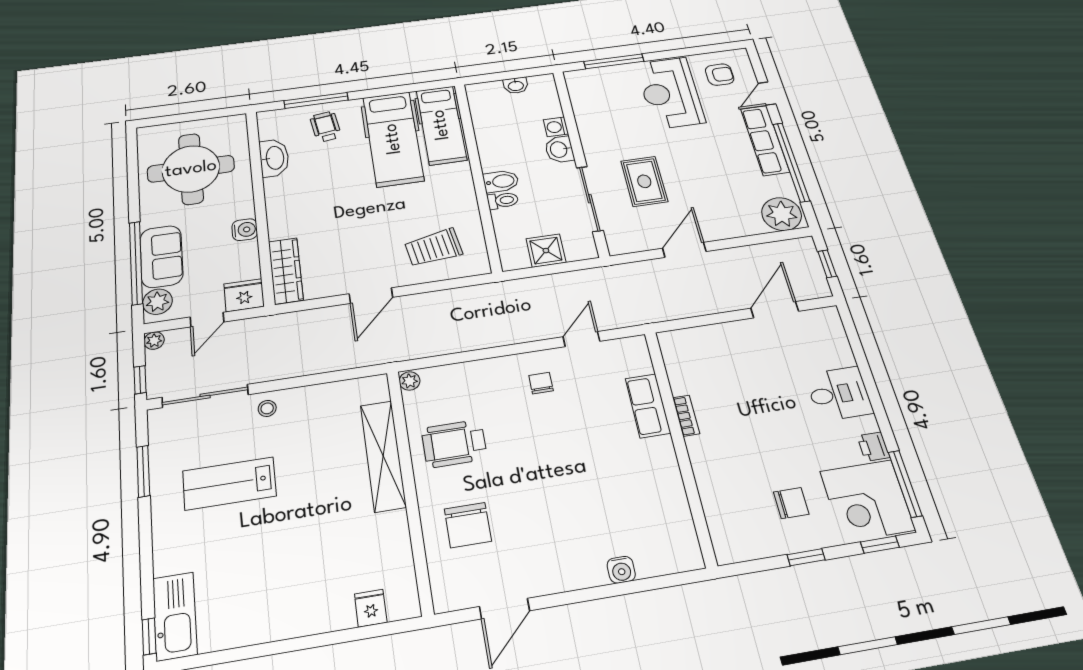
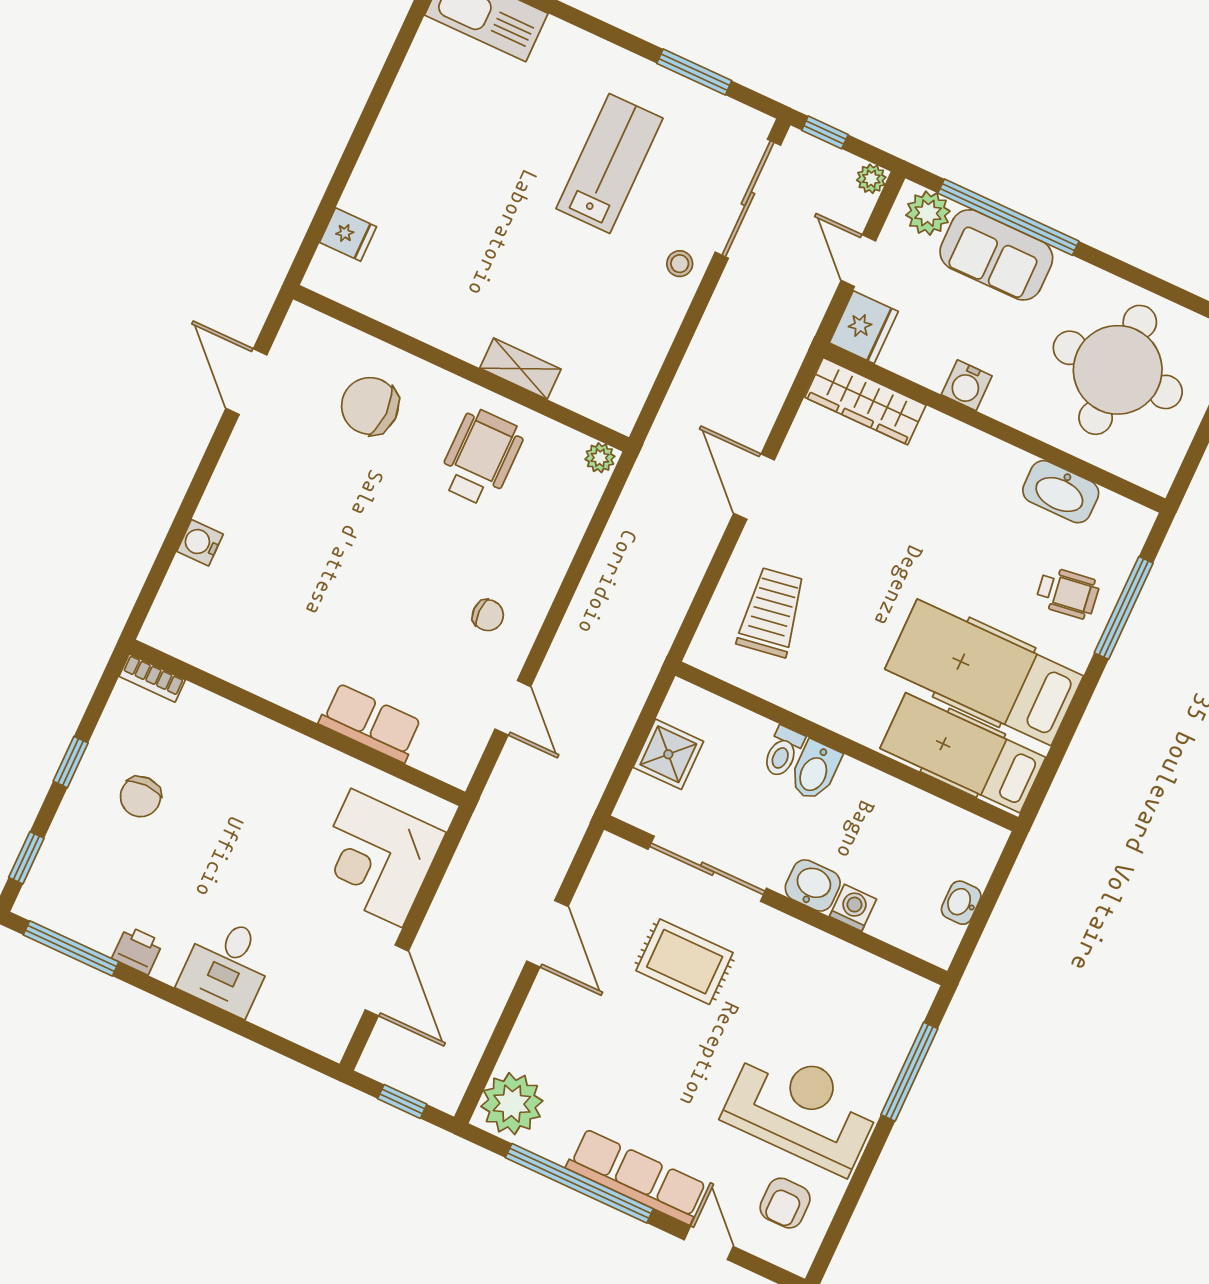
bookcase: (686, 416) -> (152, 678), moved
shelving: (383, 456) -> (520, 369), width x0.45, depth x0.75
corner desk: (867, 501) -> (377, 858), moved, turned -90

